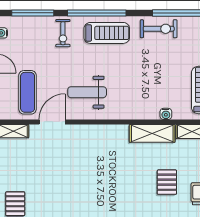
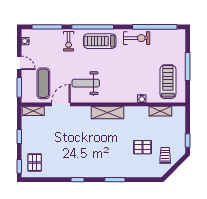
treadmill: (107, 33) -> (100, 41), turned 180
shelving: (152, 133) -> (107, 112), moved
pallet: (167, 182) -> (142, 147), turned 90

